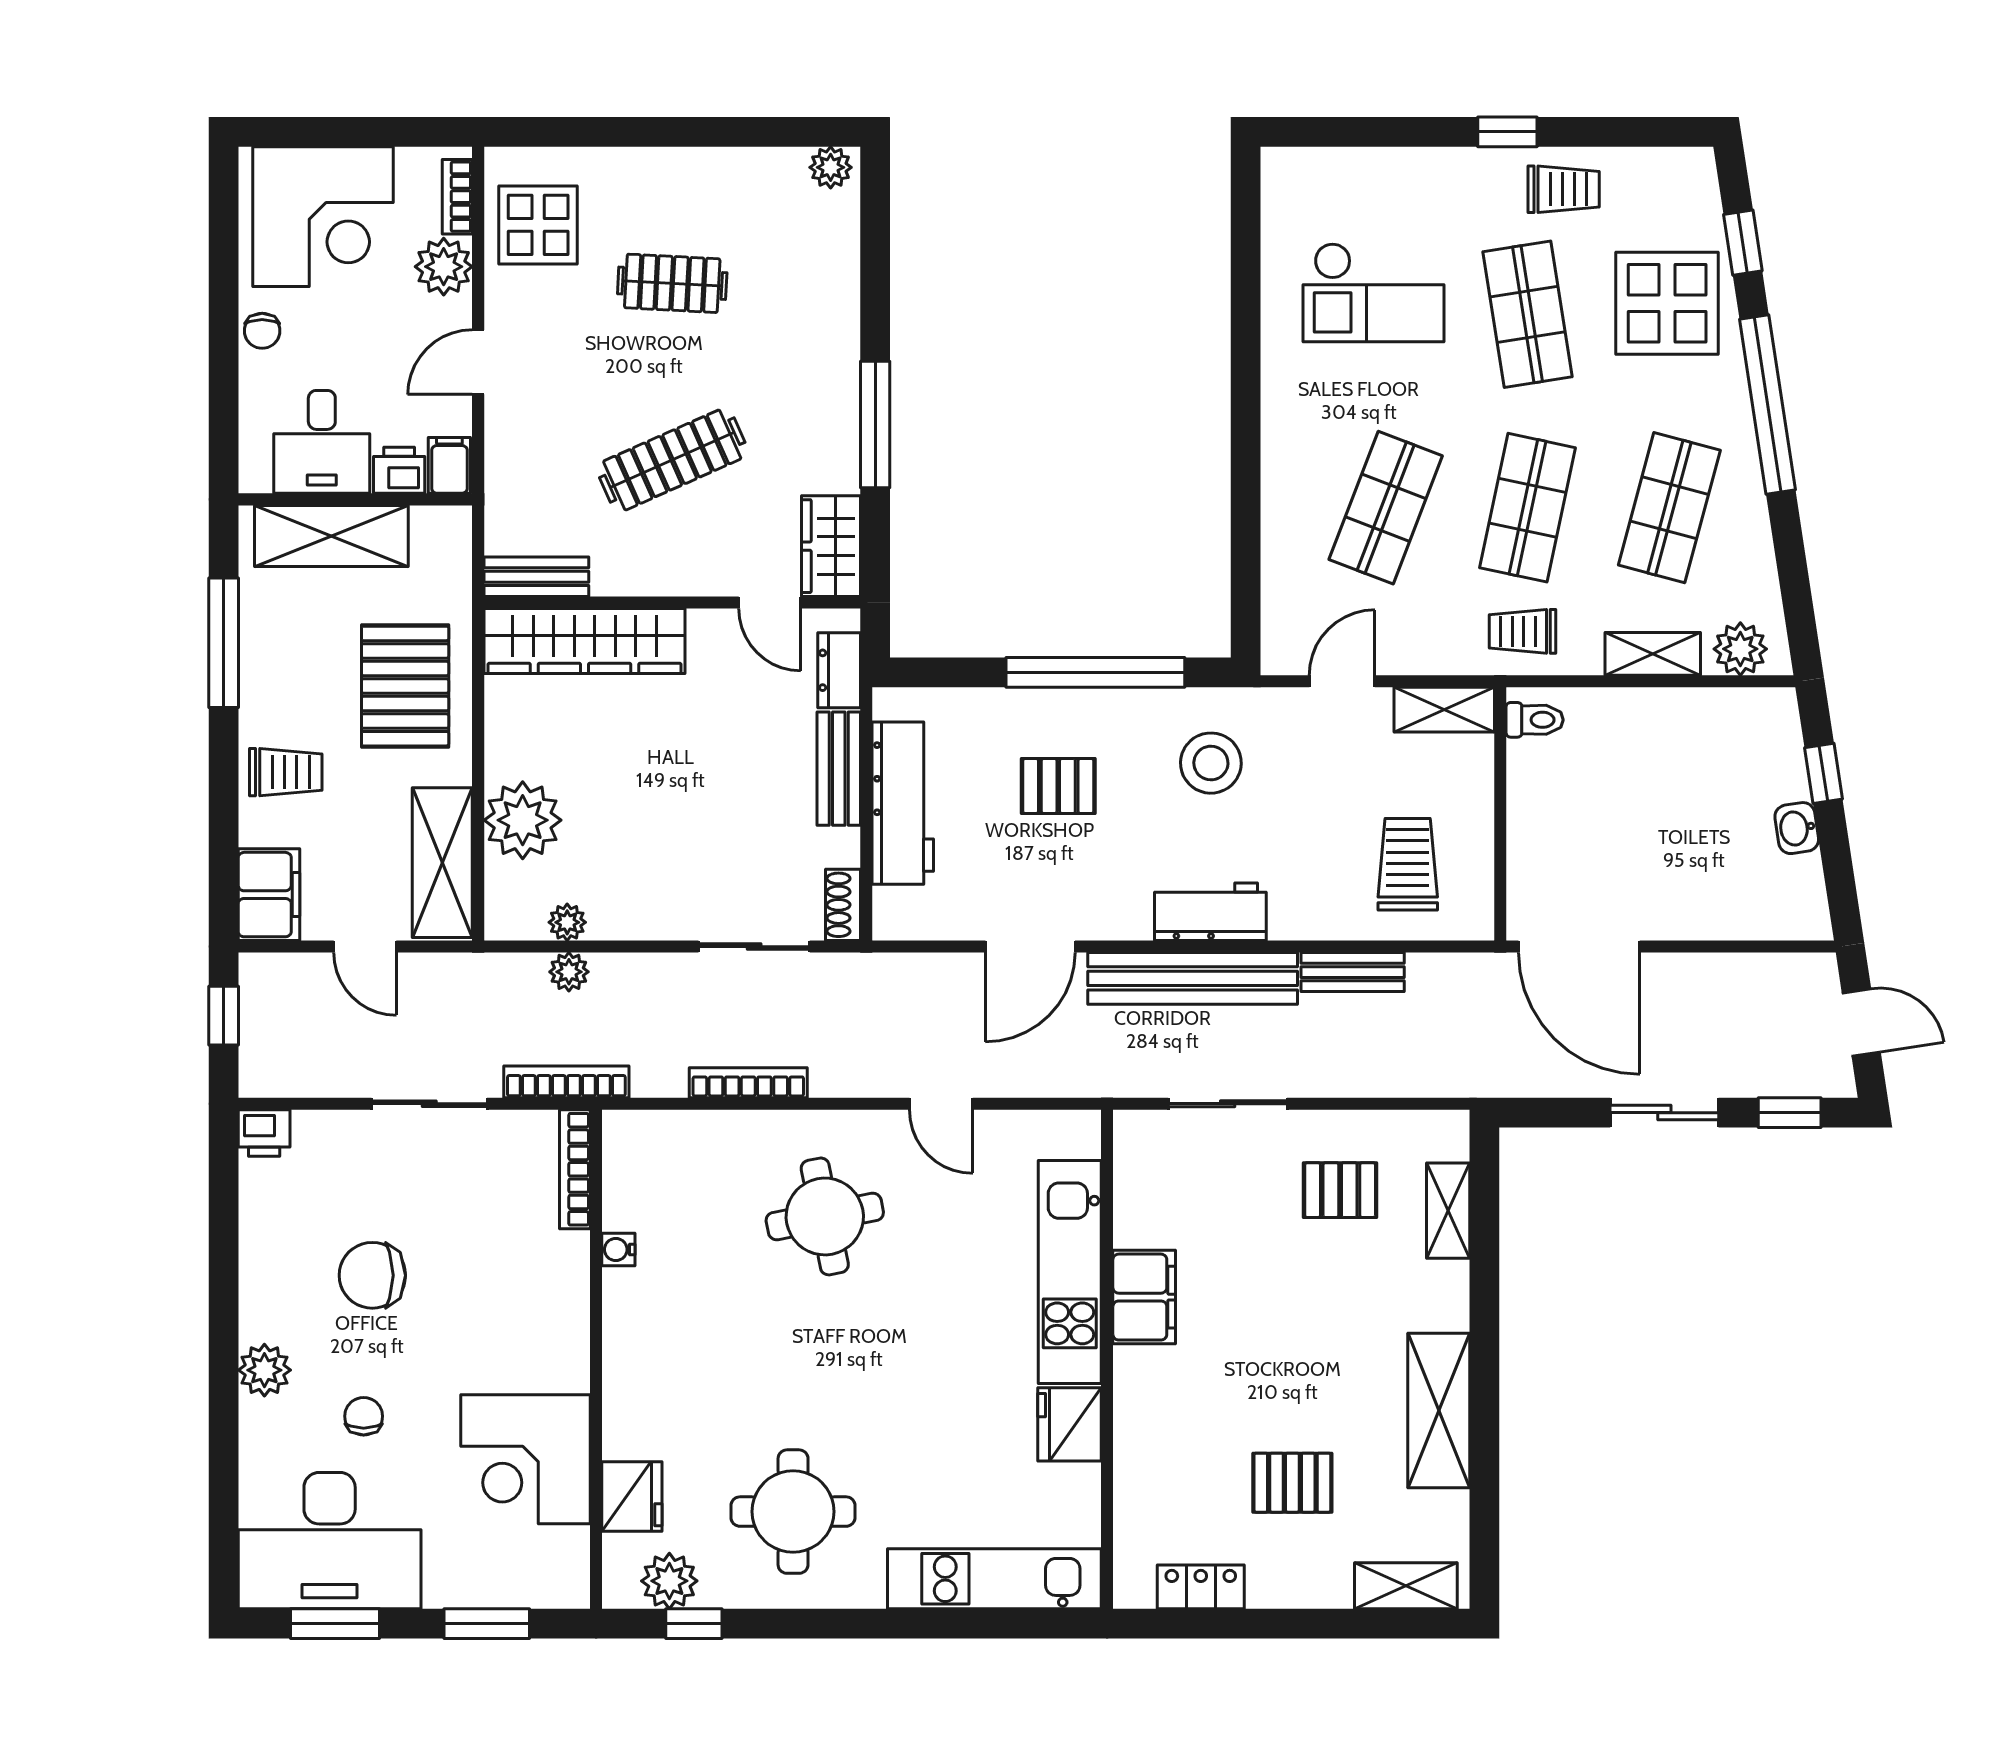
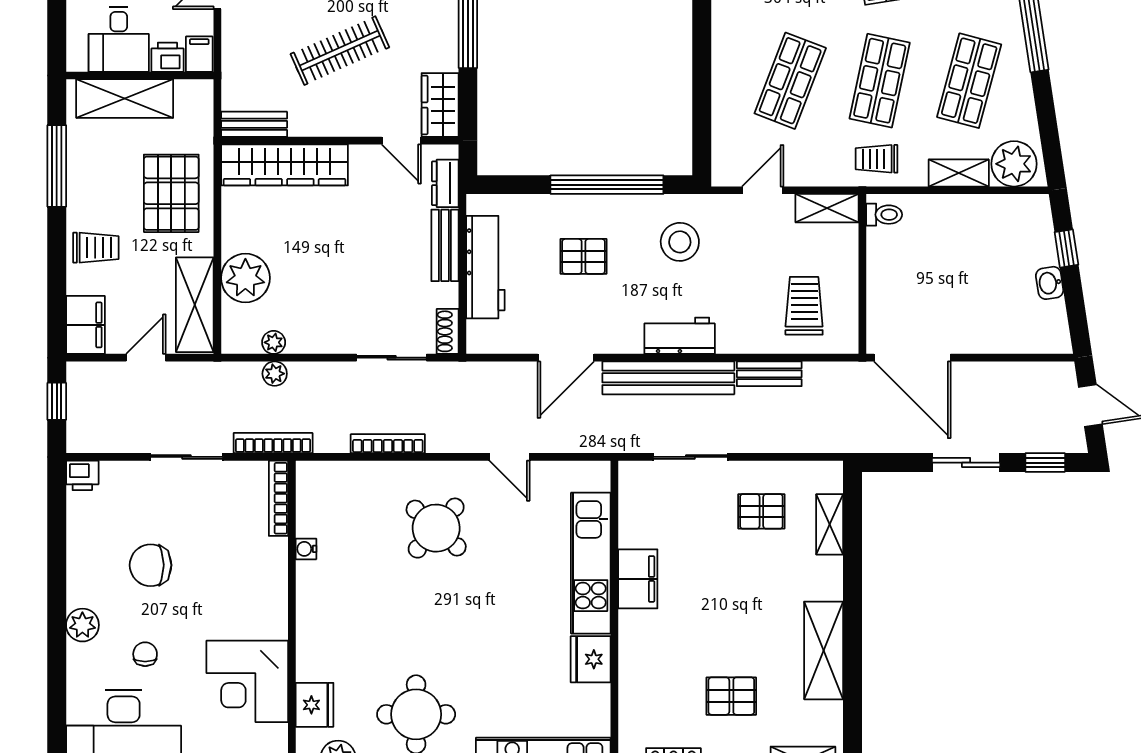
plant: (1740, 649) -> (1014, 164), width x1.36, depth x1.36
door: (365, 947) -> (146, 358), swing flipped
round table: (825, 1216) -> (436, 528), turned -37

